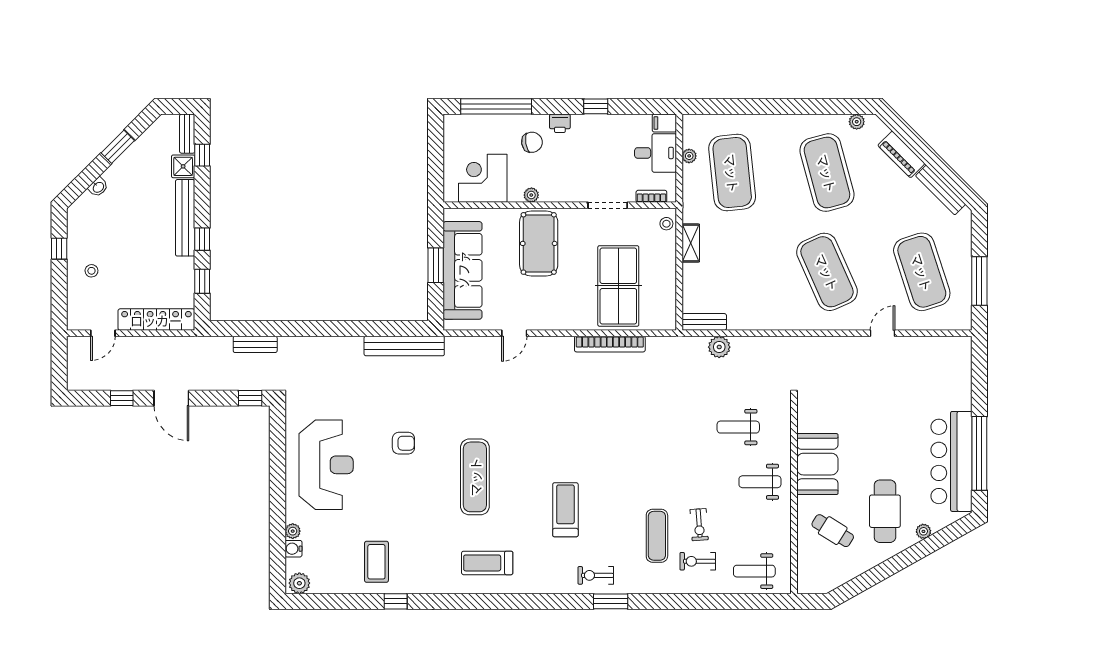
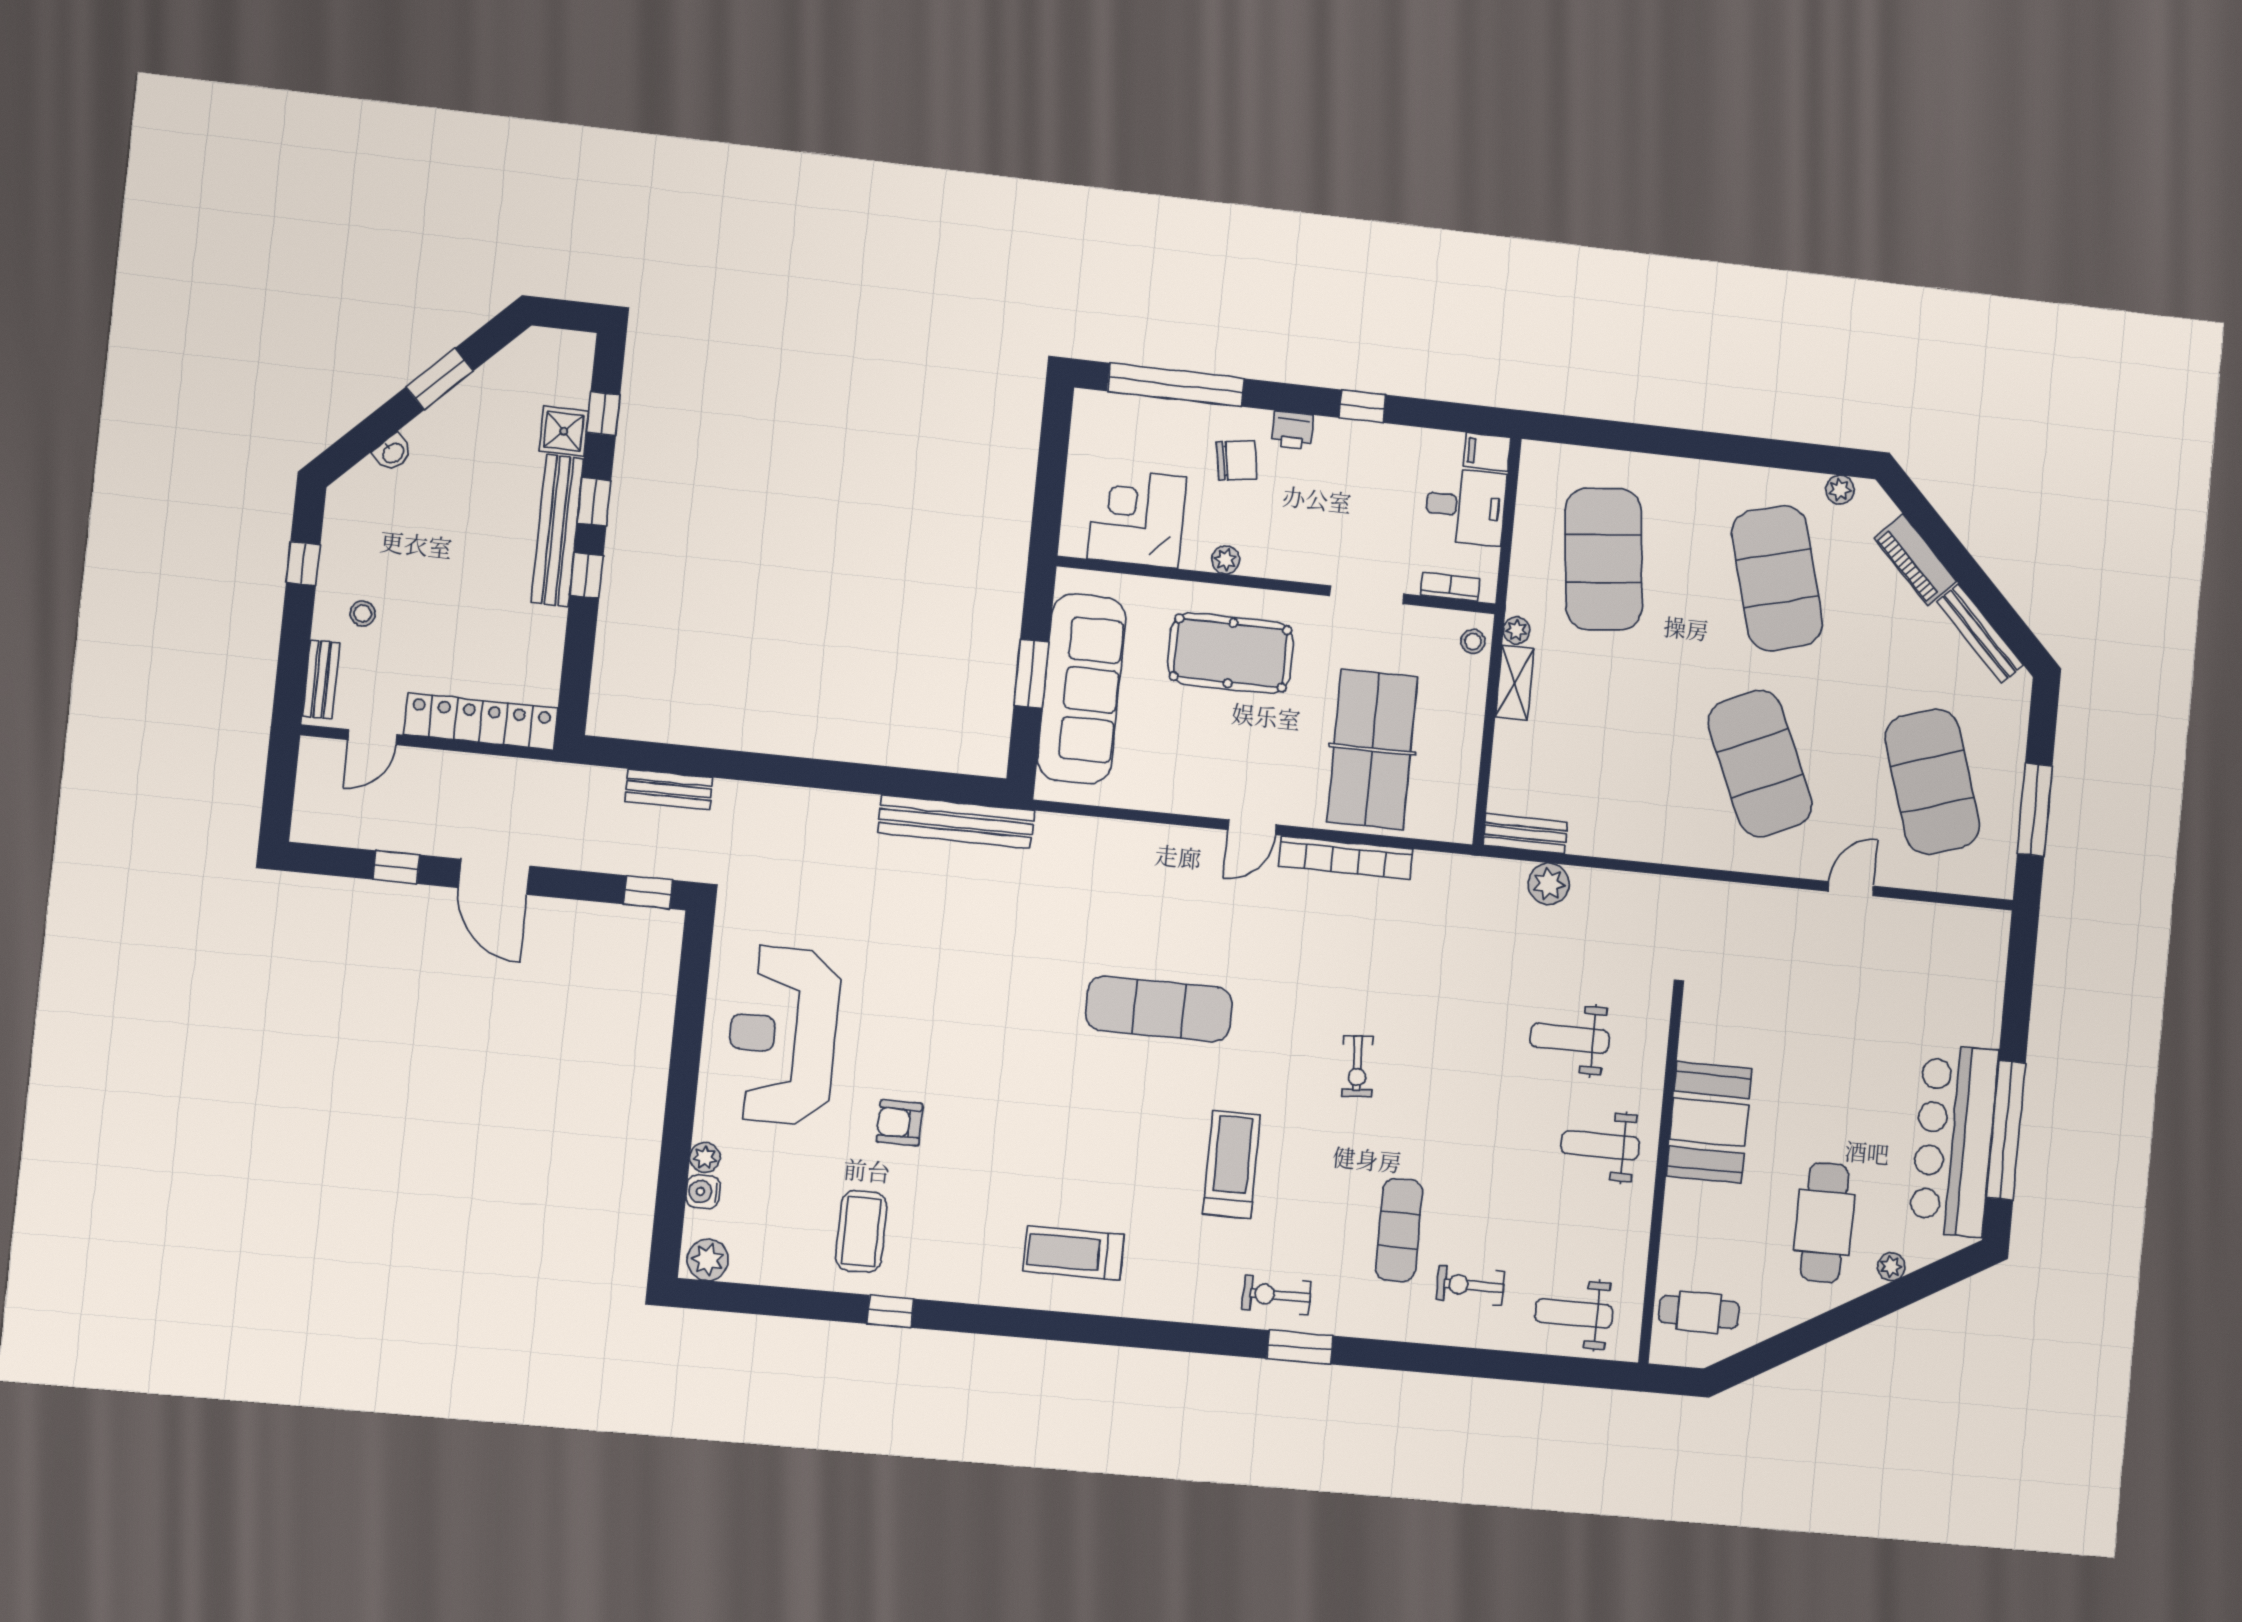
bench: (187, 134) -> (321, 679), moved
plant: (689, 156) -> (1517, 630), moved
pool table: (539, 243) -> (1231, 653), turned 90
window: (202, 281) -> (594, 502), moved
door: (514, 333) -> (1252, 827), moved
armchair: (403, 443) -> (900, 1123), moved, turned 180
reception desk: (326, 465) -> (783, 1035), turned 180
exercise mat: (475, 477) -> (1159, 1009), moved, turned 90
exercise bike: (699, 525) -> (1357, 1066), moved
cafe table: (833, 531) -> (1699, 1312), moved, turned -32

